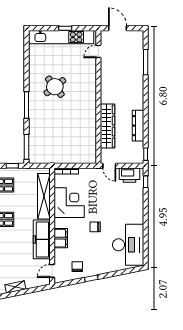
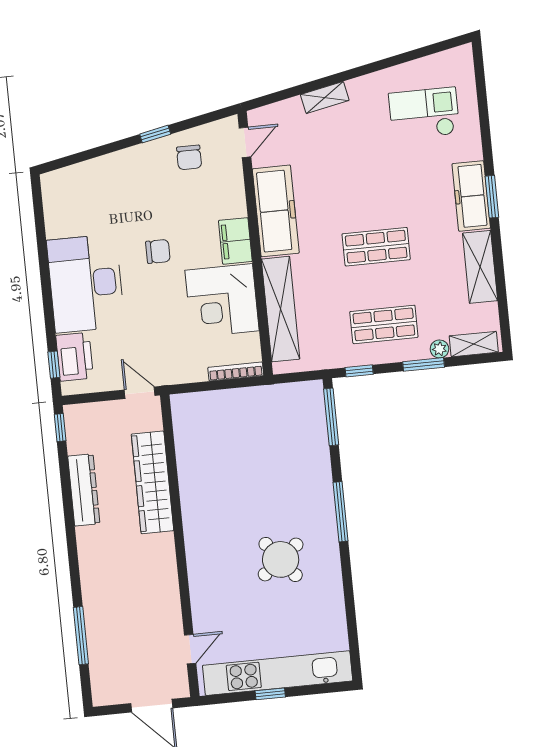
printer: (129, 175) -> (75, 357), moved, turned 90
filing cabinet: (61, 238) -> (235, 241), moved
desk: (128, 245) -> (86, 283), moved

